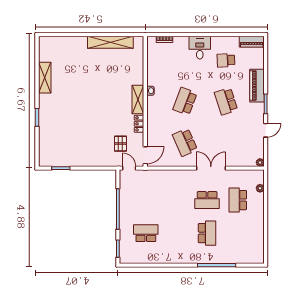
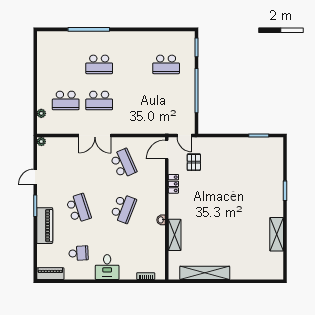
shelving: (138, 99) -> (175, 235), moved
school desk: (207, 200) -> (99, 100), turned 180
school desk: (238, 200) -> (66, 100), turned 90
school desk: (207, 233) -> (99, 64), turned -90

